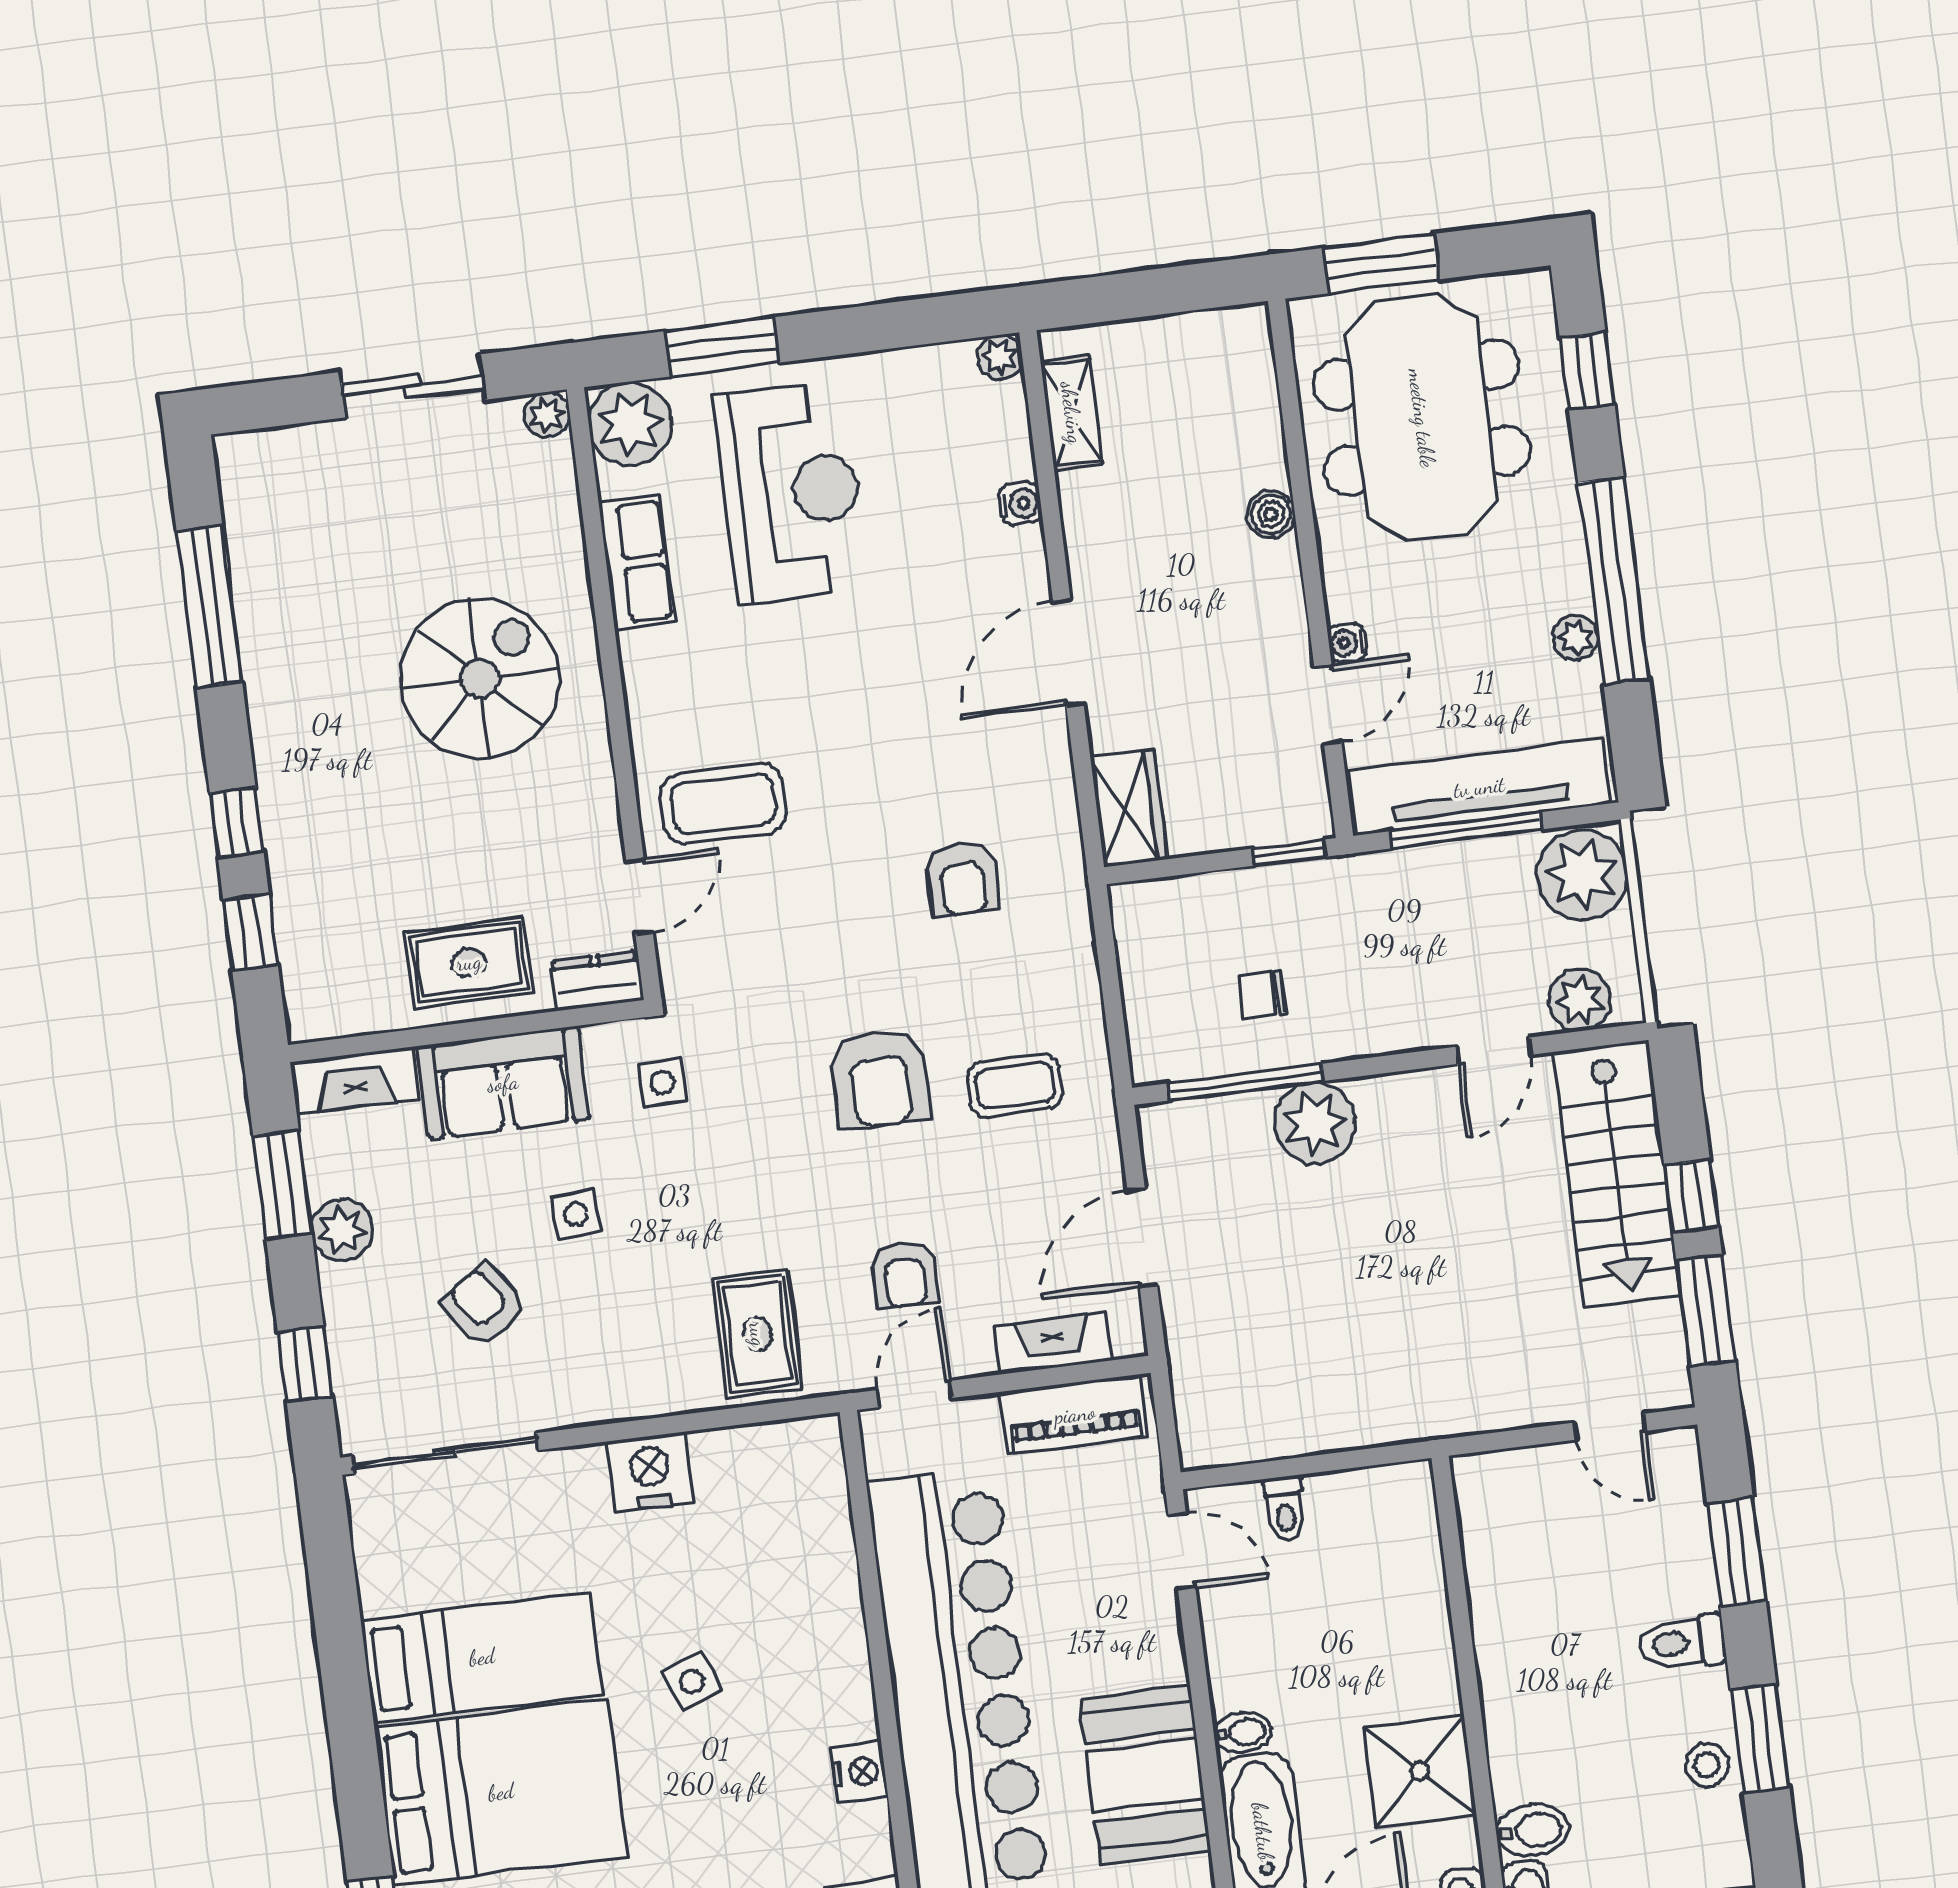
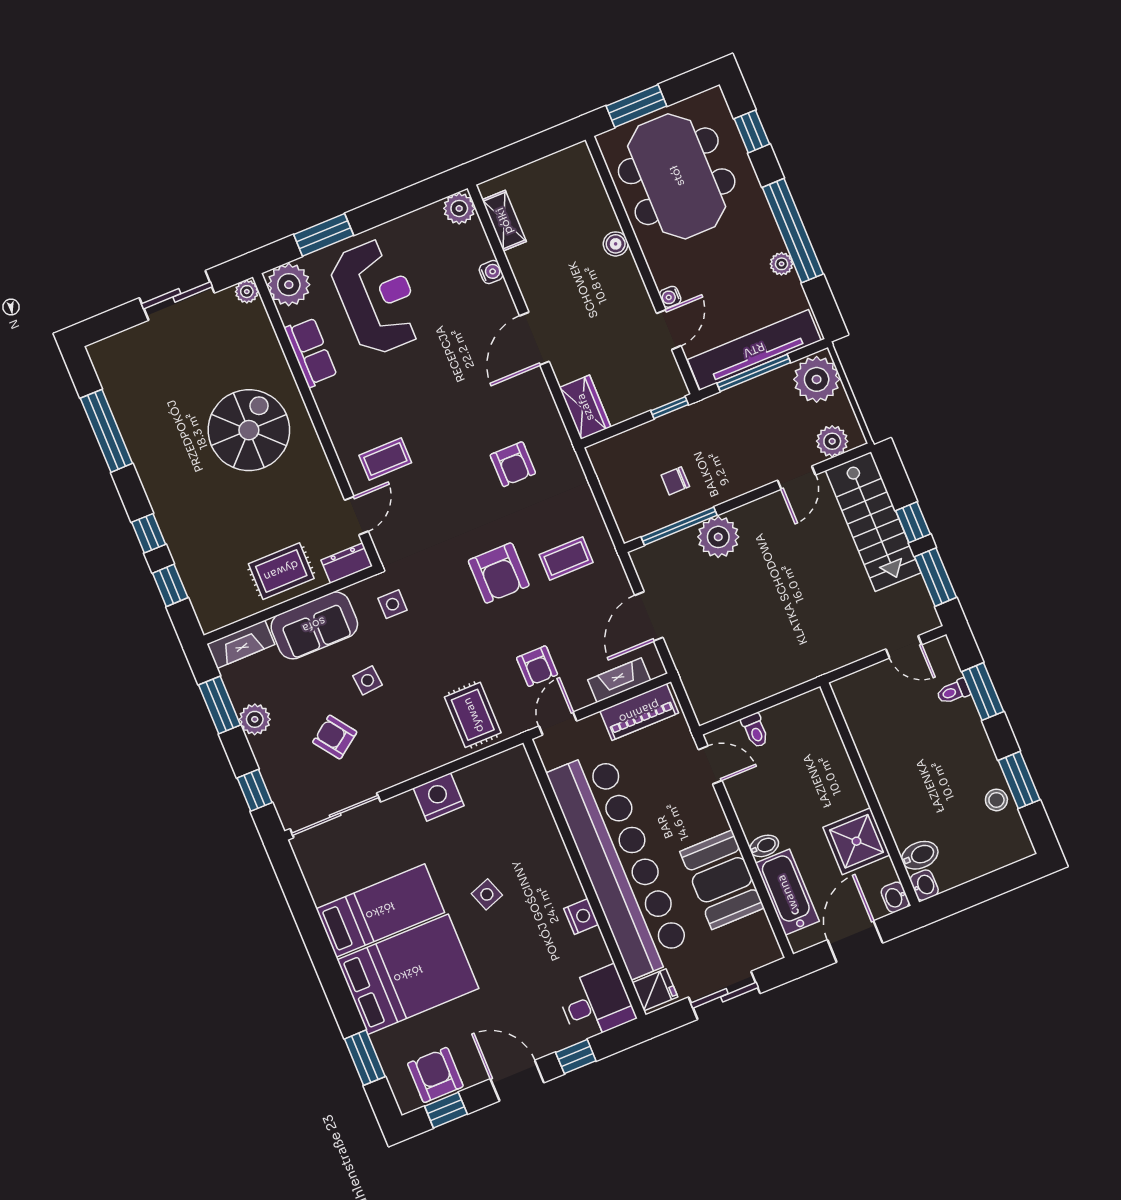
plant: (1000, 357) -> (459, 208), width x1.38, depth x1.38
coffee table: (723, 804) -> (385, 459), width x0.73, depth x0.77
toilet: (1682, 1643) -> (953, 692), moved, width x0.73, depth x0.72

